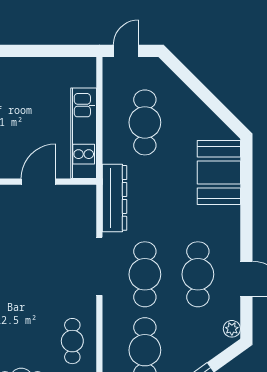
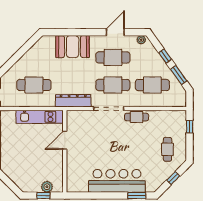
booth: (219, 172) -> (73, 47), moved
door: (39, 182) -> (65, 140), hinge flipped
cafe table: (72, 341) -> (137, 117), moved

